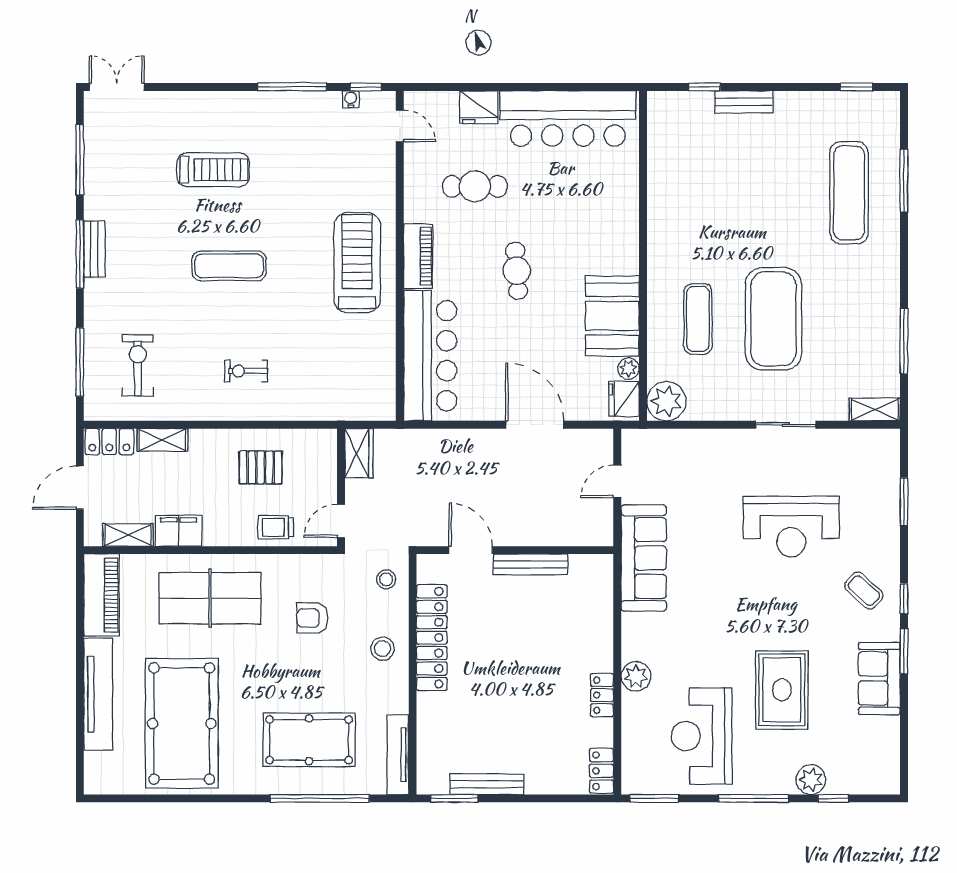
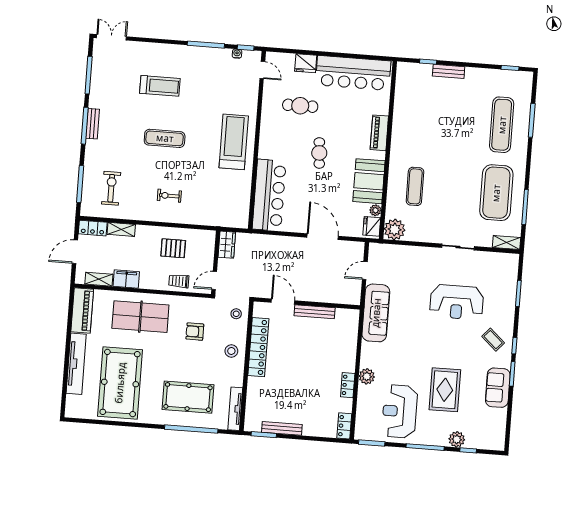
piano: (418, 256) -> (379, 133), moved, turned 180
exercise mat: (773, 319) -> (496, 193), moved

